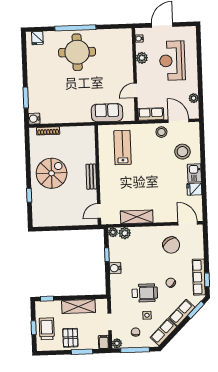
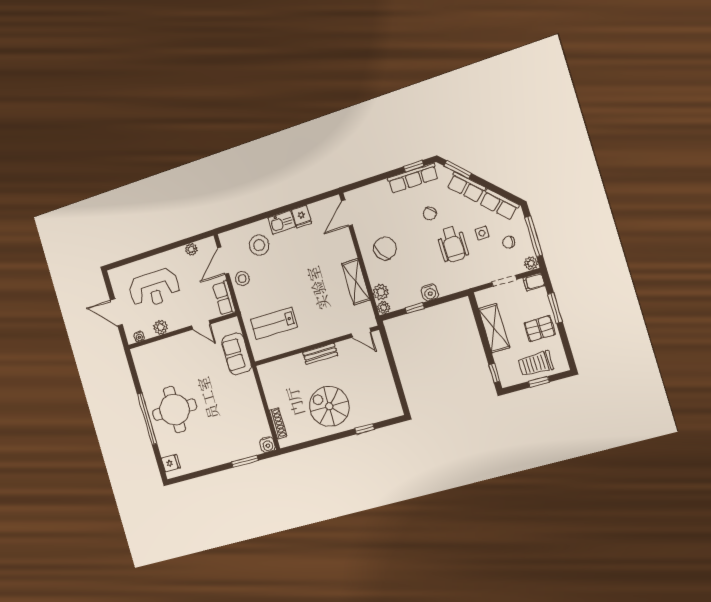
chair: (171, 245) -> (385, 248), moved
wheelchair: (145, 293) -> (453, 244), turned 180

